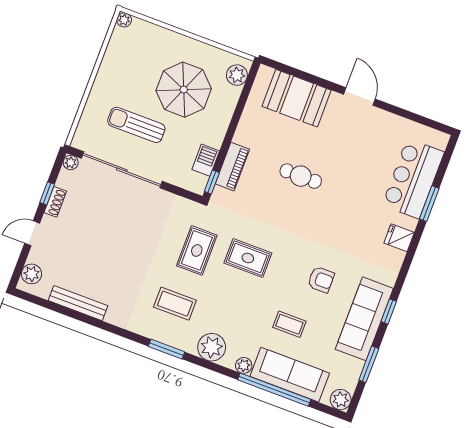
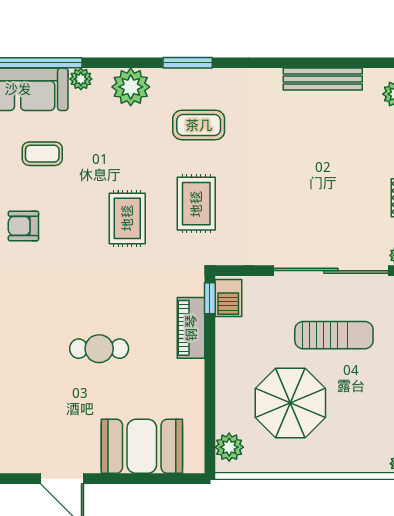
barbecue: (206, 160) -> (228, 298), moved
rug: (248, 258) -> (127, 218), turned 90

